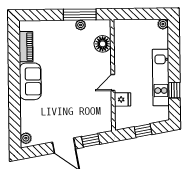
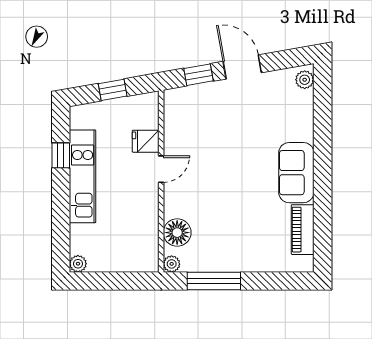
plant: (81, 25) -> (172, 264), moved

